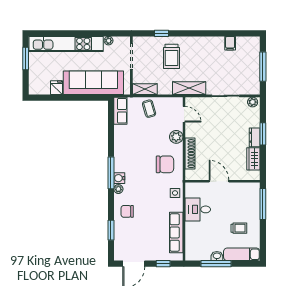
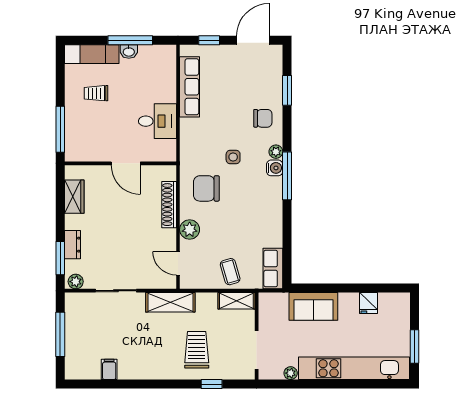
sofa: (93, 83) -> (313, 306), width x0.54, depth x0.79
window: (263, 134) -> (60, 258), moved
dresser: (255, 137) -> (73, 245), moved
side table: (175, 193) -> (233, 157), moved

